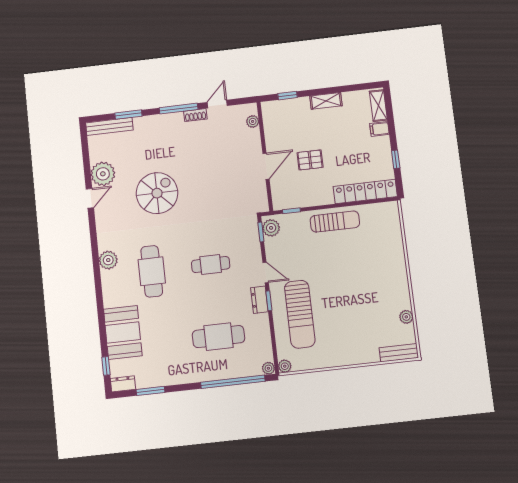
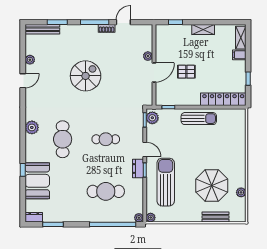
plant: (253, 121) -> (148, 56), moved
plant: (103, 174) -> (30, 60), width x0.53, depth x0.53
spiral stairs: (157, 193) -> (86, 76), moved
parasol: (364, 312) -> (212, 186), added
sun lounger: (300, 314) -> (166, 182), turned 180
bench: (399, 353) -> (216, 217), moved
window: (106, 366) -> (23, 170), moved

